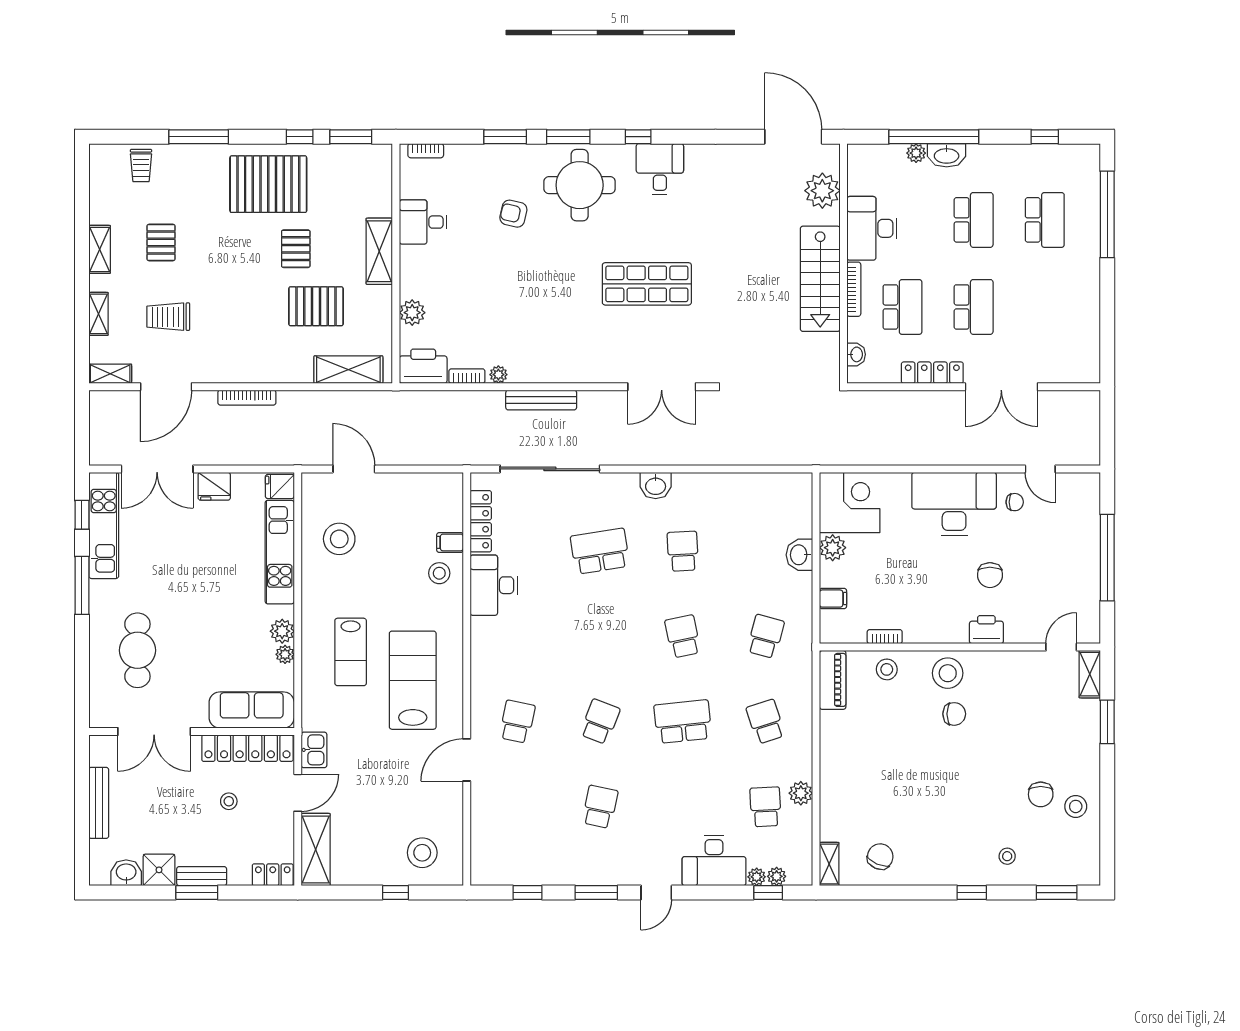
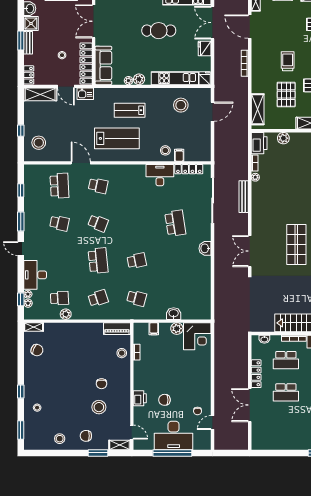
trolley: (168, 317) -> (288, 61), moved
desk: (954, 504) -> (174, 435), moved, turned 90
school desk: (683, 551) -> (60, 186), moved, width x1.85
cafe table: (137, 650) -> (159, 31), moved
stool: (948, 673) -> (99, 407), moved
chair: (1041, 794) -> (86, 436), moved

